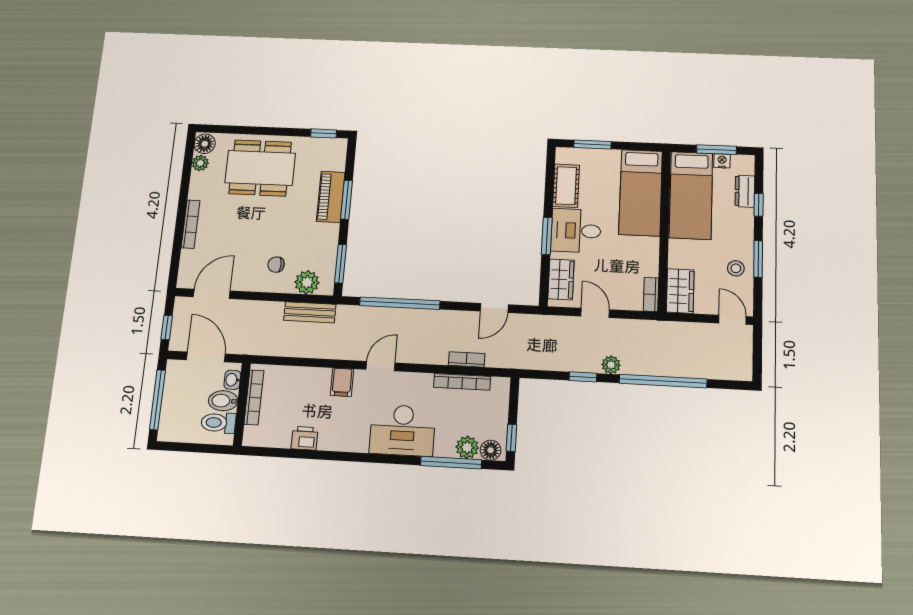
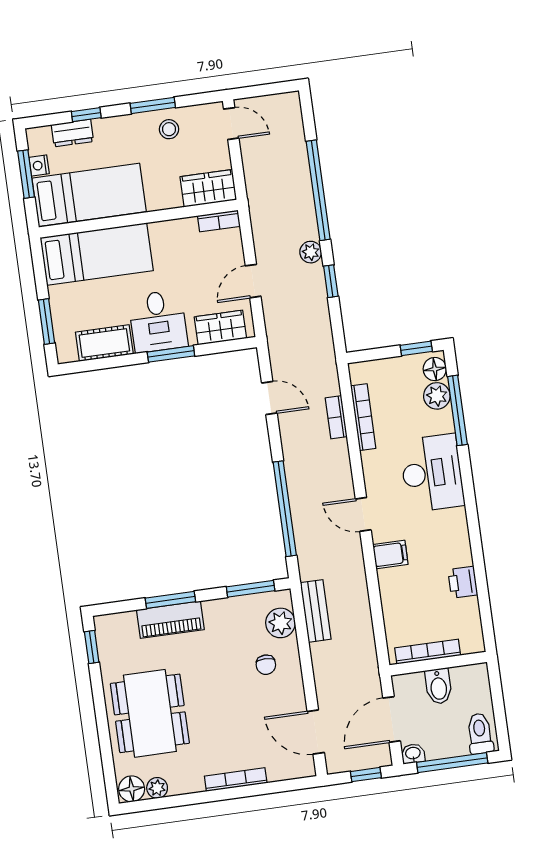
door: (733, 320) -> (231, 124), swing flipped
washbasin: (232, 380) -> (413, 754), moved, turned 180
toilet: (218, 423) -> (480, 734), moved, turned 180

